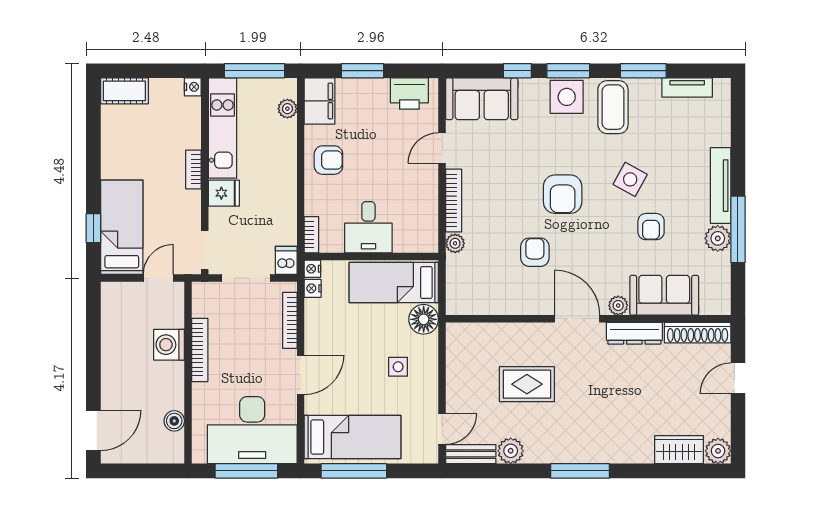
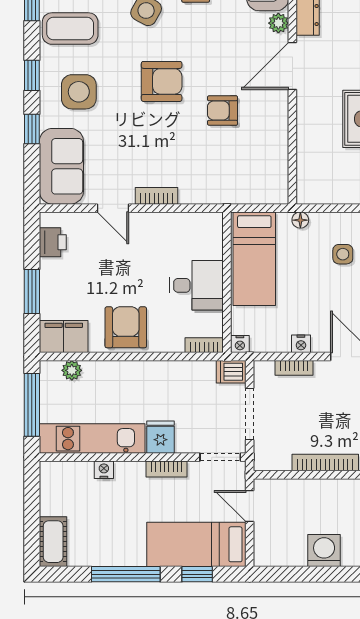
window: (568, 71) -> (32, 75), width x0.67
nightstand: (193, 87) -> (104, 470), moved
printer: (409, 94) -> (53, 242), width x0.73, depth x0.81
side table: (567, 97) -> (79, 92), moved
window: (93, 160) -> (126, 574), added
armchair: (328, 160) -> (126, 327), width x1.38, depth x1.38
bookcase: (193, 169) -> (167, 469), moved
bookcase: (454, 201) -> (156, 196), width x0.64
plant: (455, 243) -> (213, 194), removed
nightstand: (313, 288) -> (301, 344), moved
floor lamp: (424, 319) -> (300, 220), width x0.53, depth x0.53
bookcase: (290, 320) -> (294, 368), width x0.64
washing machine: (169, 345) -> (324, 550), moved, turned 180

